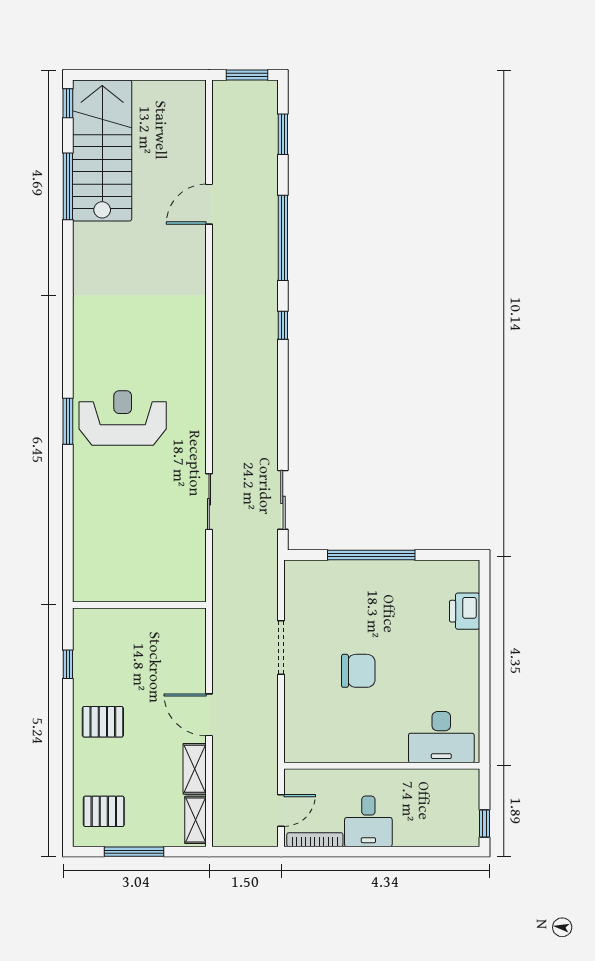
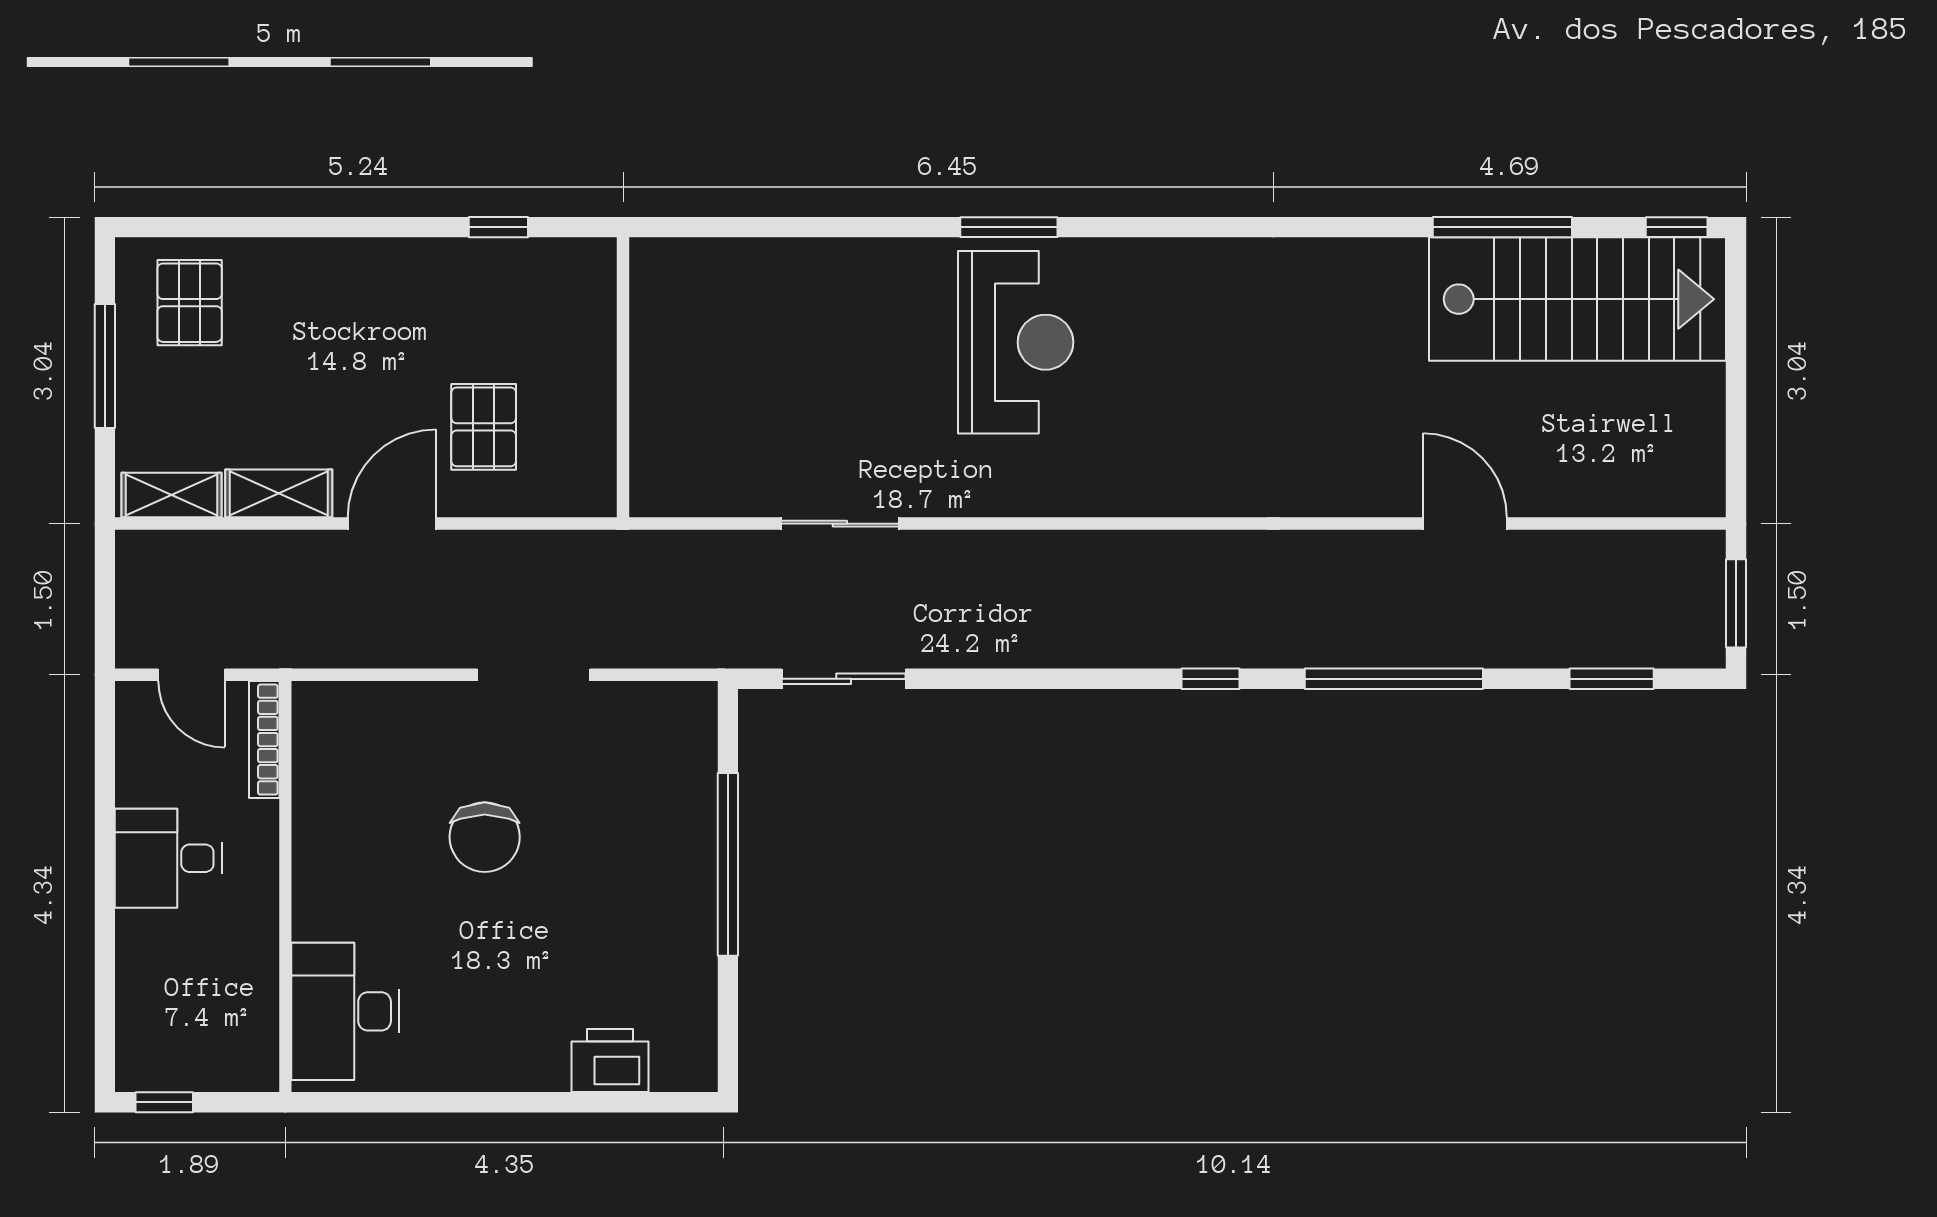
pallet: (103, 722) -> (484, 427), moved
bookcase: (315, 840) -> (264, 740), moved, turned 180

